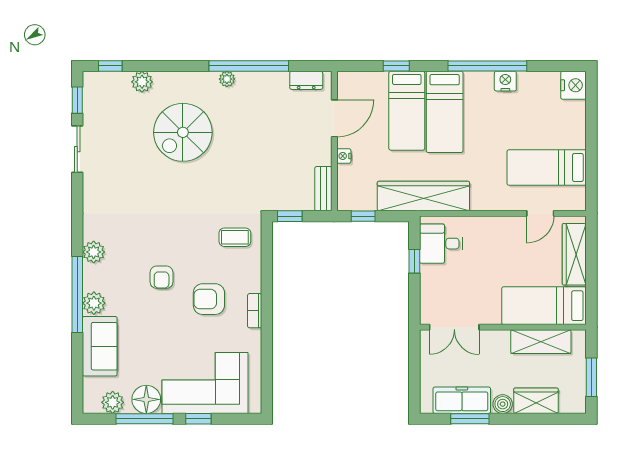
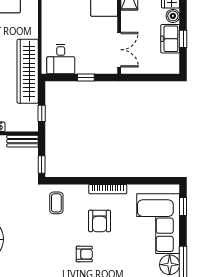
window: (414, 261) -> (86, 78), moved
bookcase: (255, 311) -> (108, 189), width x1.56
freezer: (462, 400) -> (170, 39), width x0.71
window: (198, 419) -> (183, 207), moved
window: (470, 419) -> (183, 39), width x0.67

